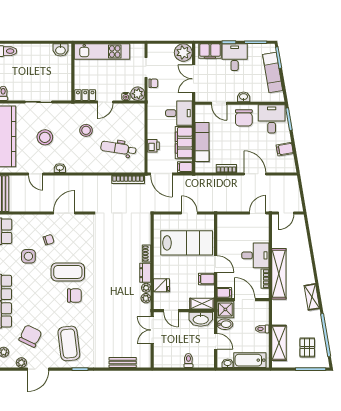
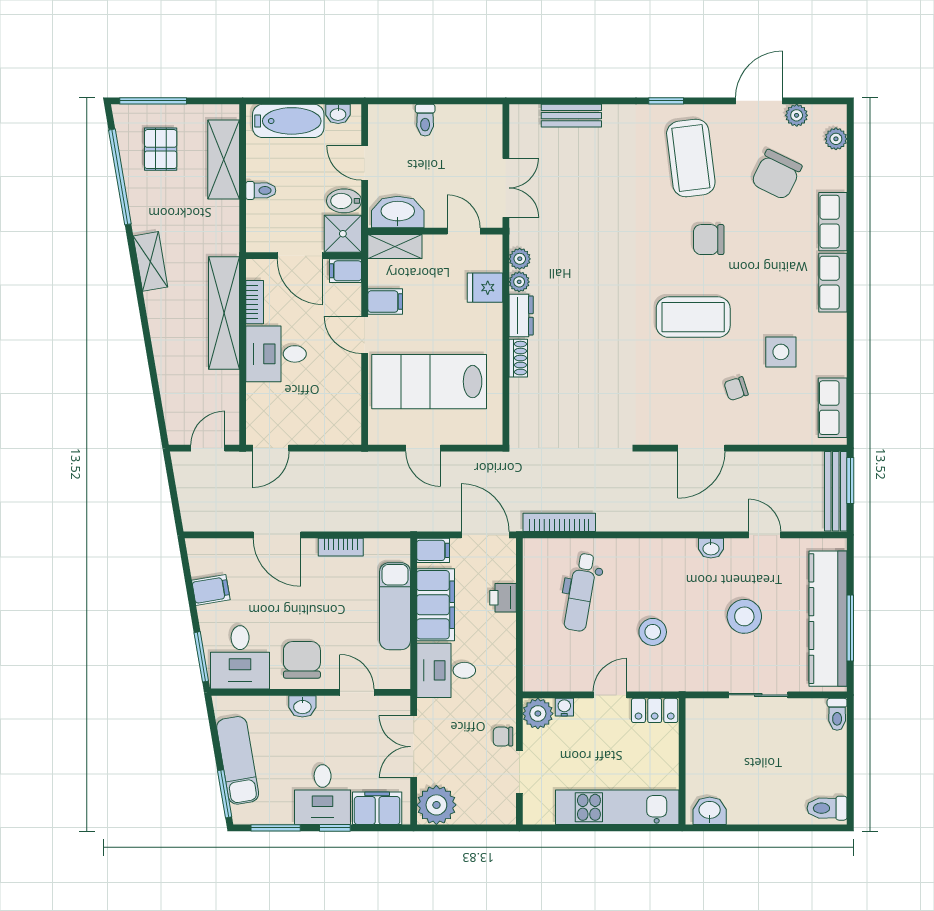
double door: (194, 79) -> (414, 747), swing flipped
dental chair: (118, 148) -> (581, 592), turned 91
chair: (74, 296) -> (709, 240), moved

